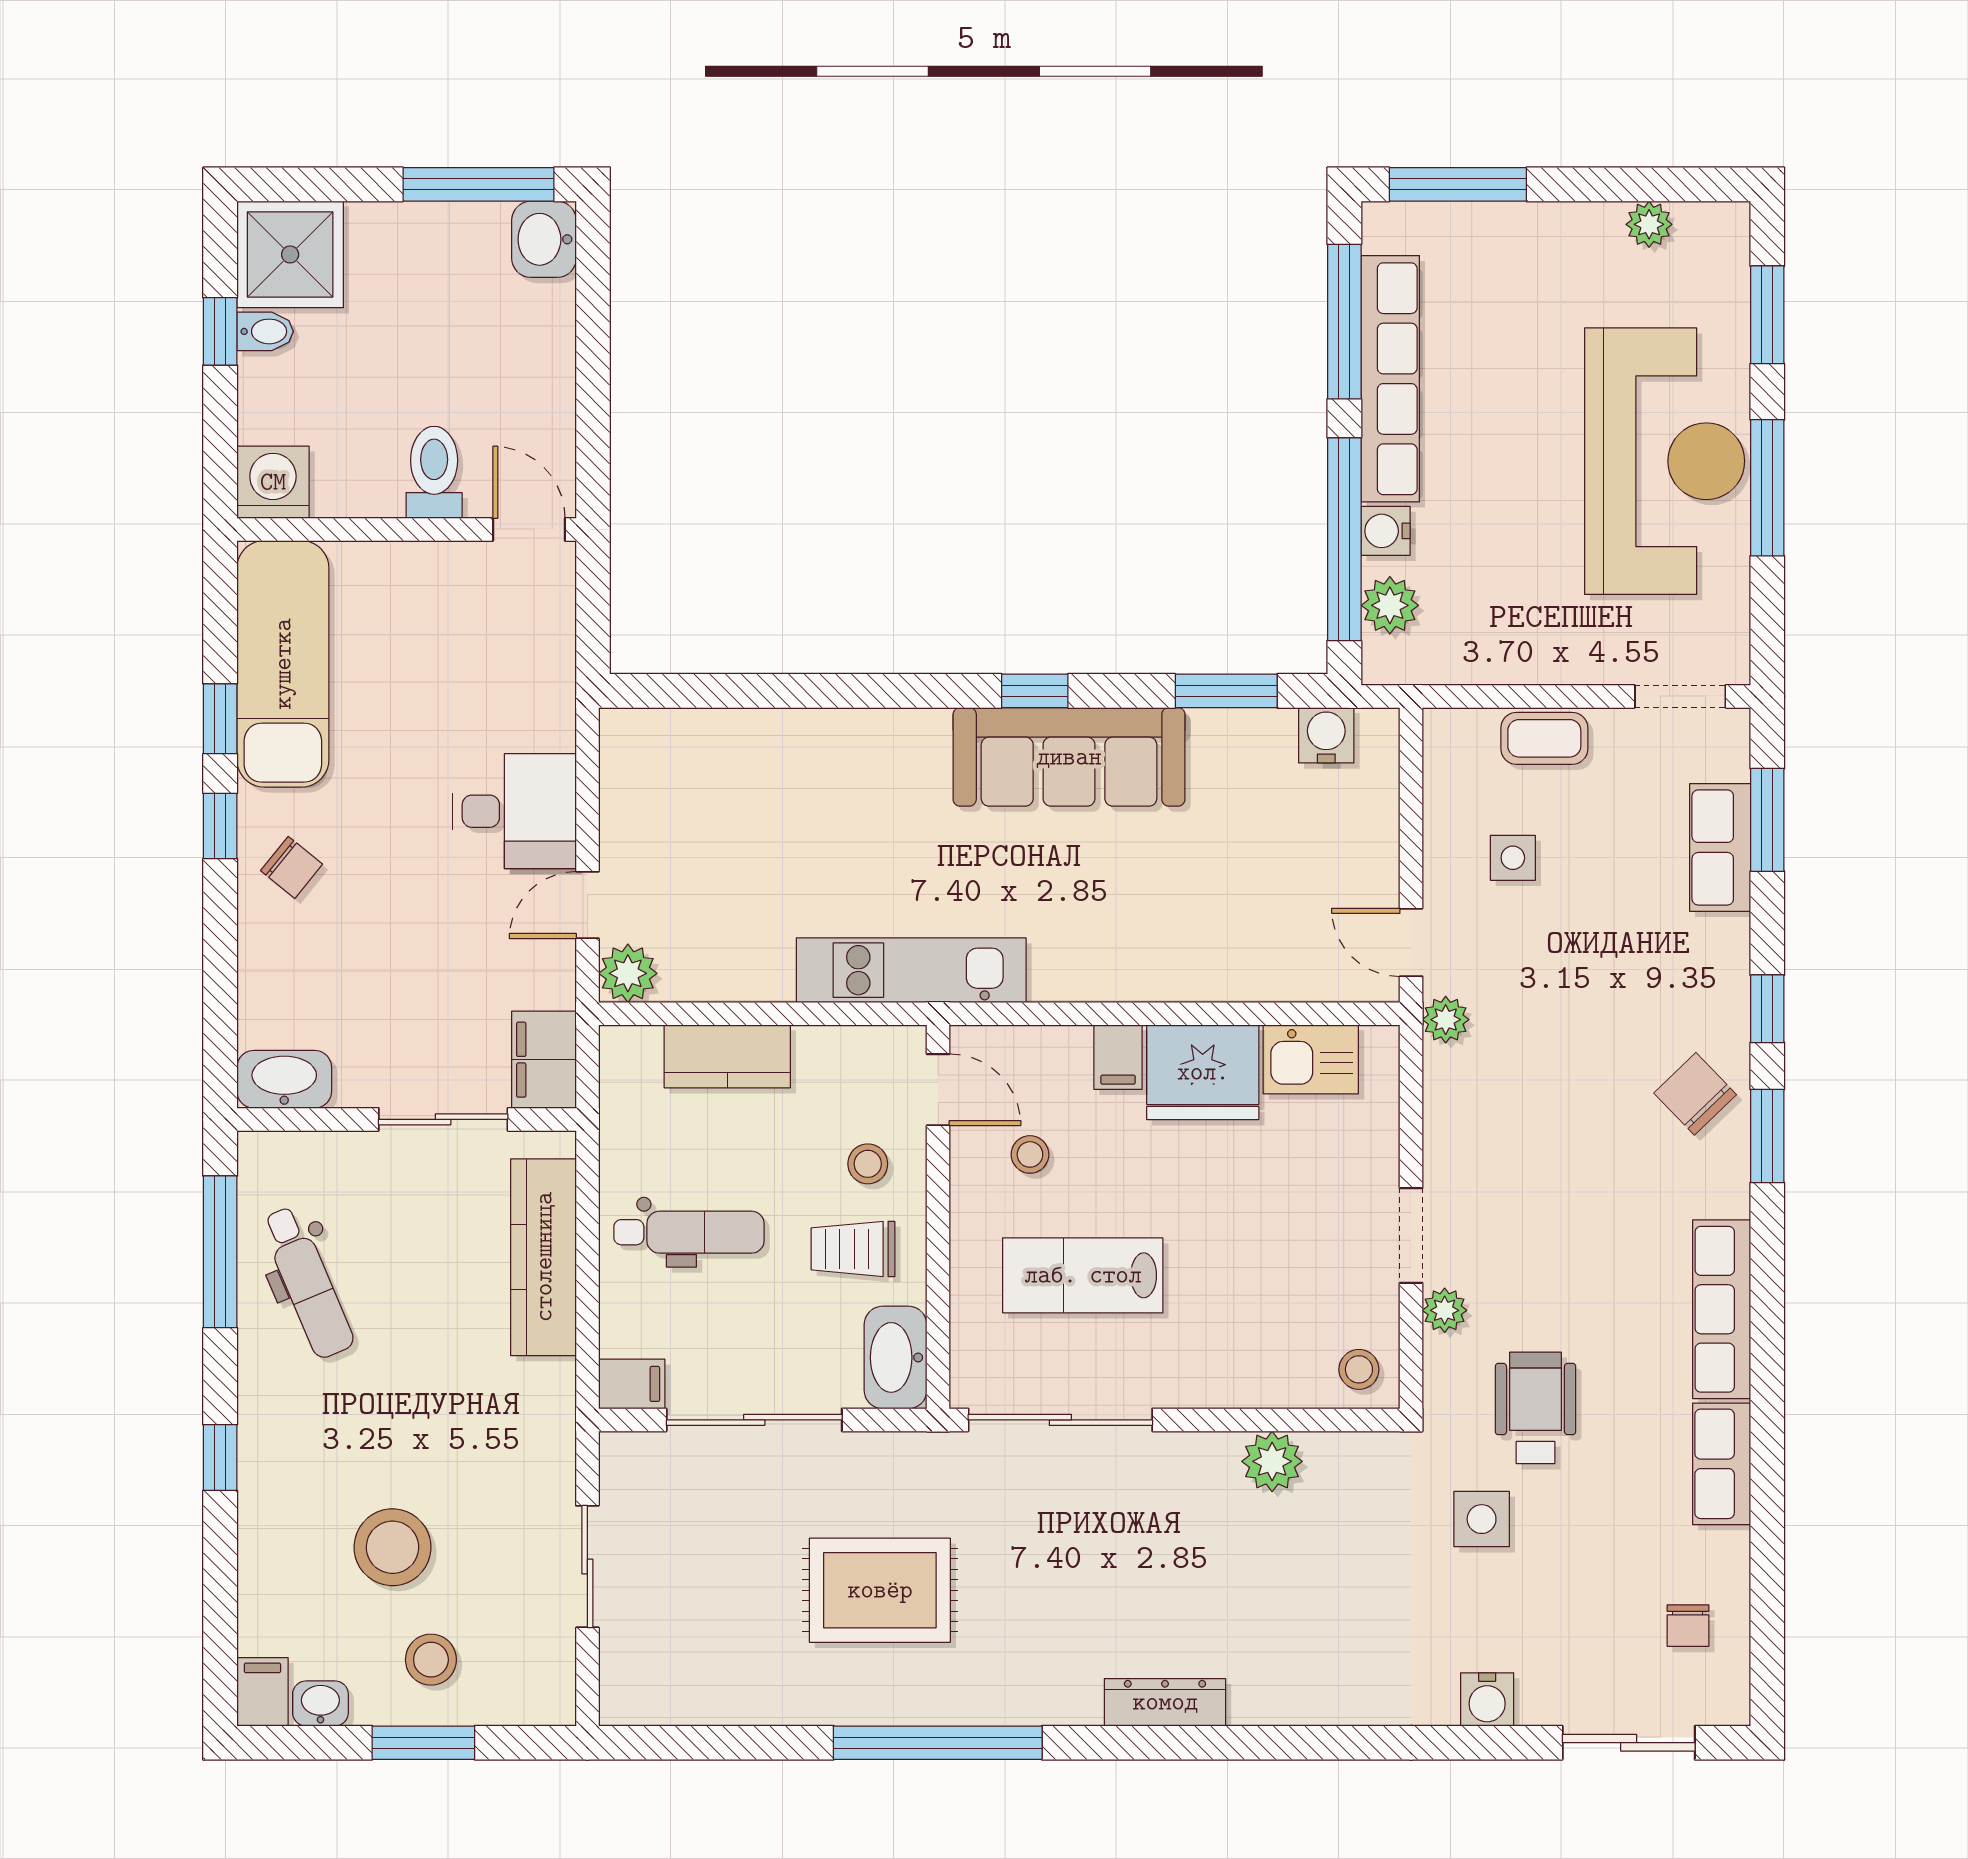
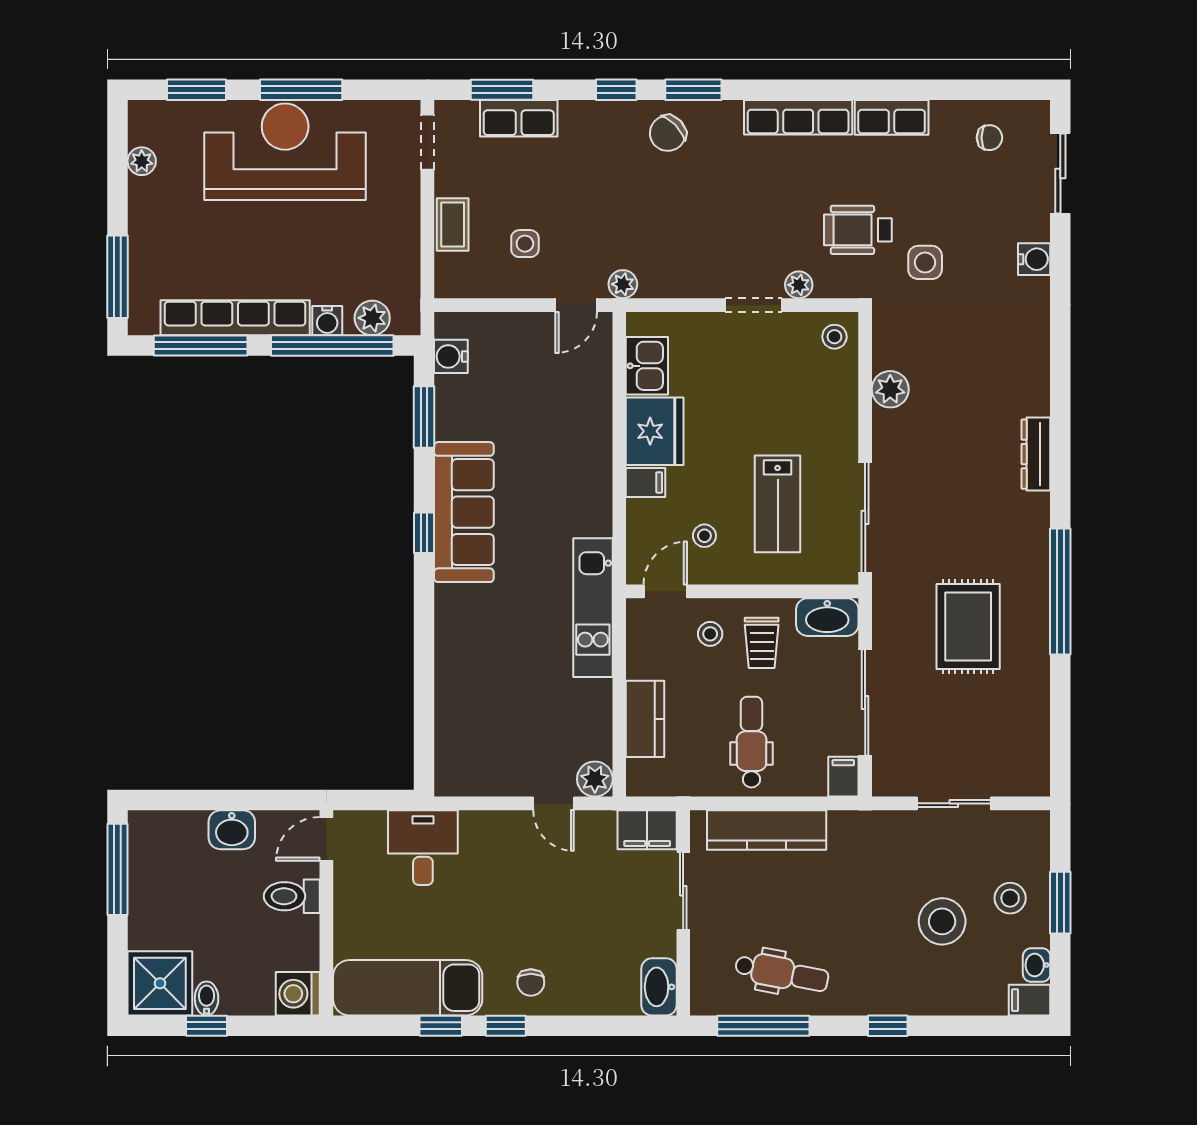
washbasin: (544, 239) -> (232, 830), moved
desk: (514, 811) -> (423, 848), moved
chair: (292, 867) -> (531, 982), turned 141
dental chair: (307, 1282) -> (782, 973), turned 34

